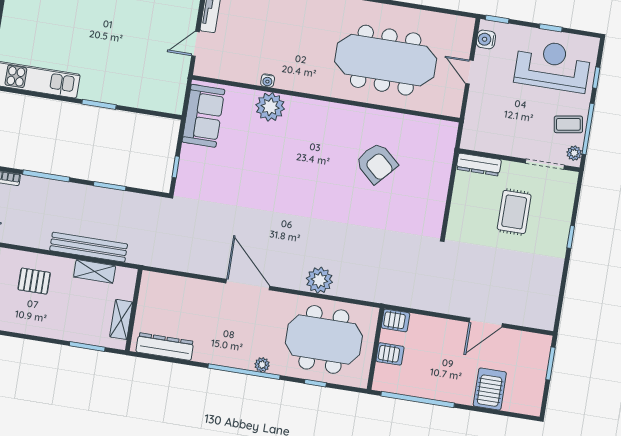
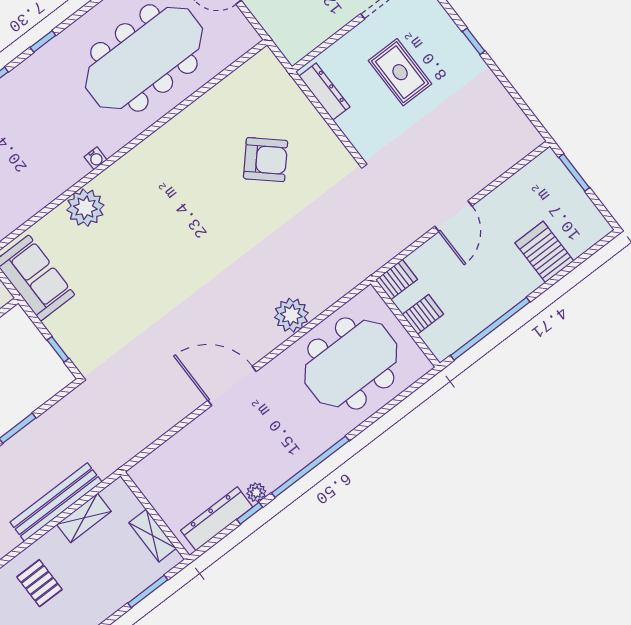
water cooler: (268, 81) -> (96, 158), moved
armchair: (377, 163) -> (266, 160), moved
dresser: (479, 165) -> (324, 92), moved, turned -90
pallet: (34, 281) -> (39, 583), turned 90
door: (486, 323) -> (453, 216), moved
plant: (262, 365) -> (256, 492), moved
window: (315, 383) -> (250, 513), moved

